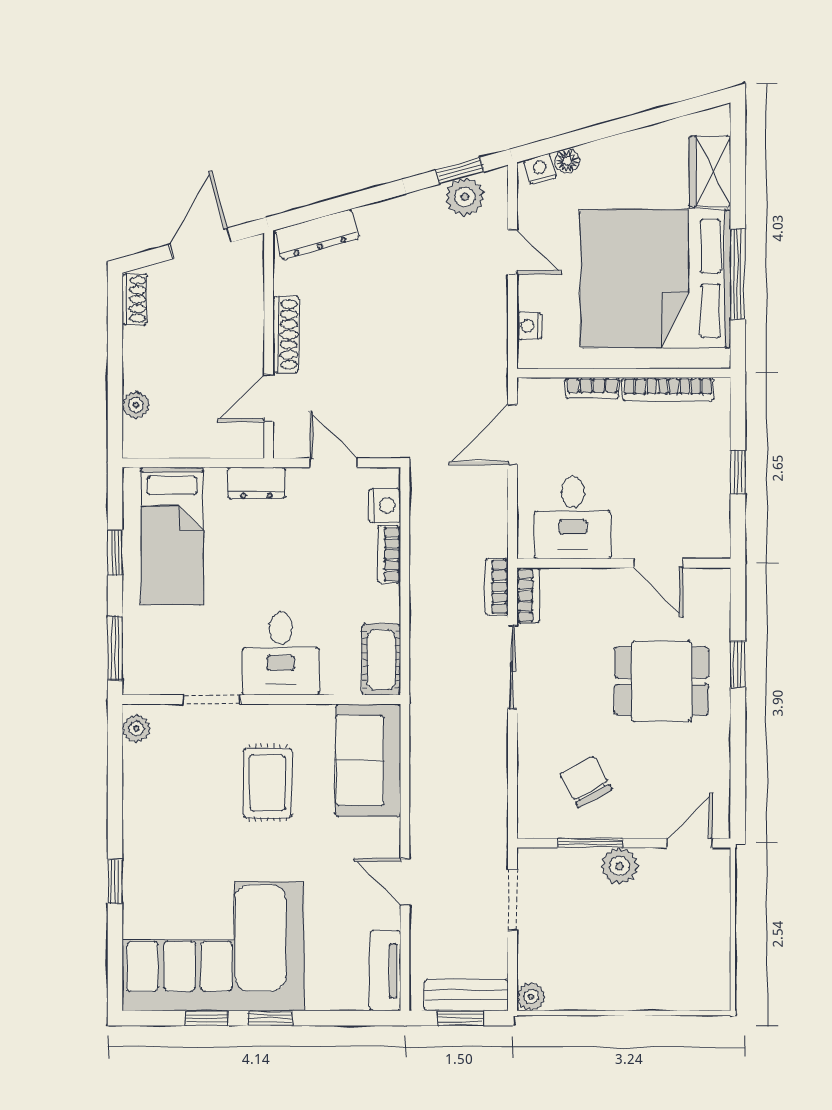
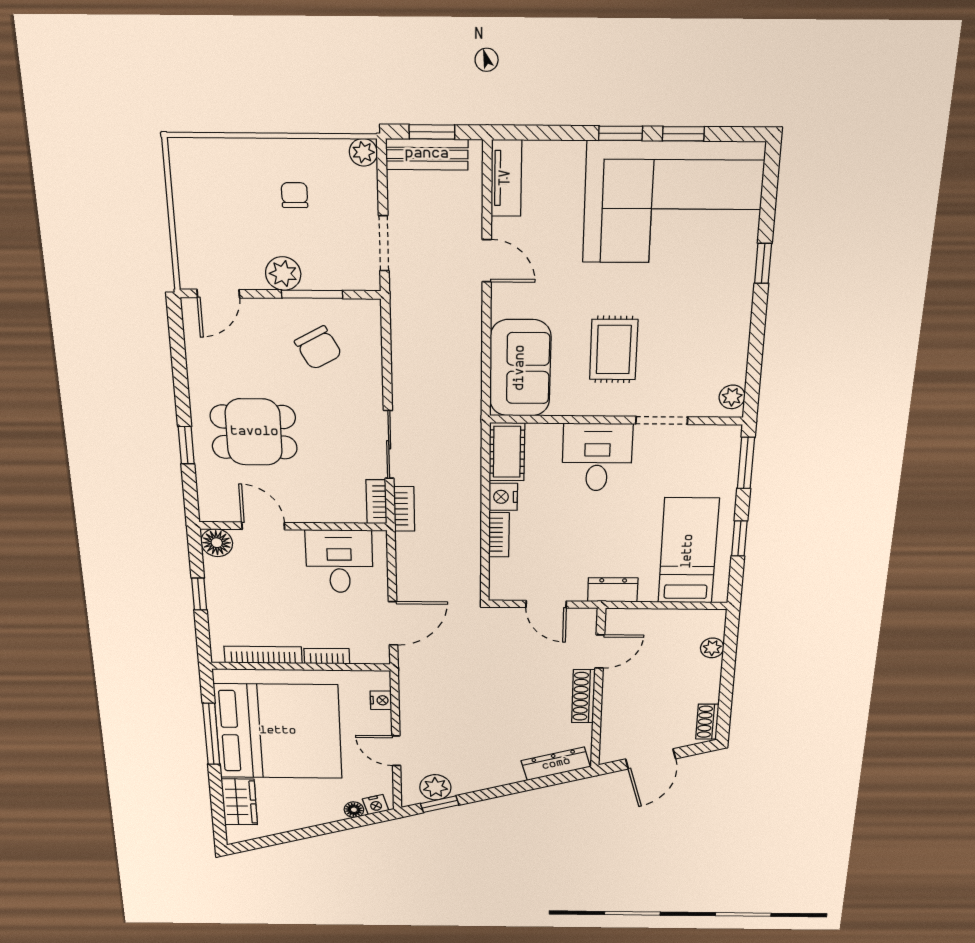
nightstand: (385, 506) -> (503, 497), moved
floor lamp: (713, 541) -> (217, 543), added
chair: (603, 951) -> (295, 195), added

